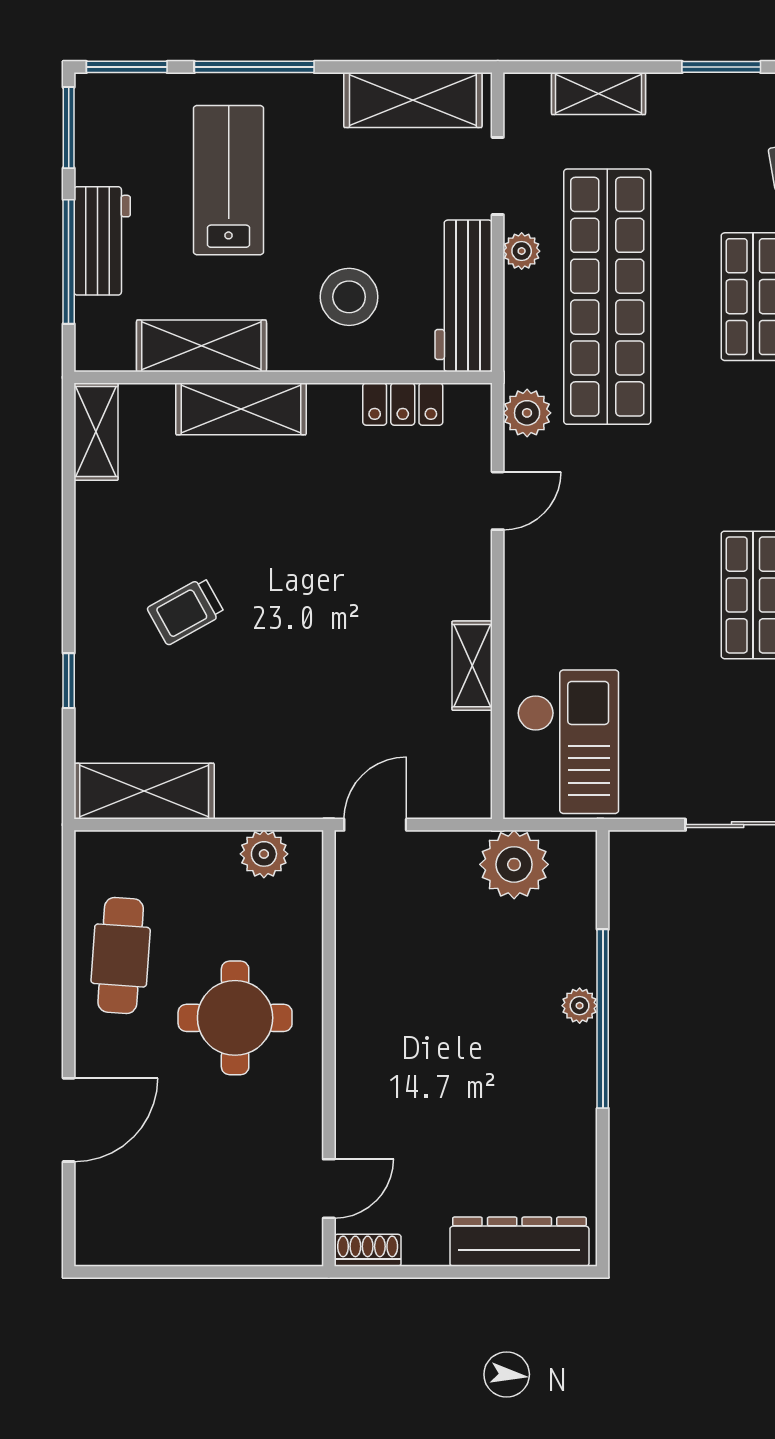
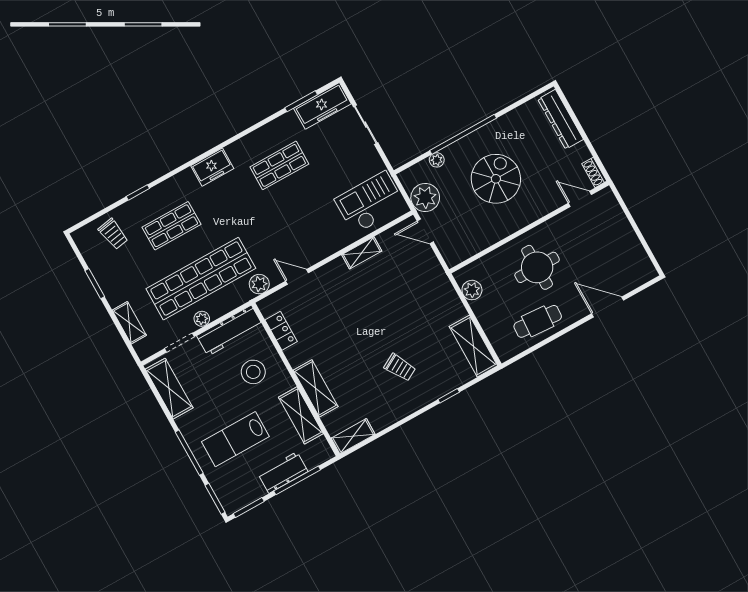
door: (375, 825) -> (425, 231), moved
plant: (580, 1006) -> (437, 160), moved
spiral stairs: (470, 1035) -> (496, 179), added

